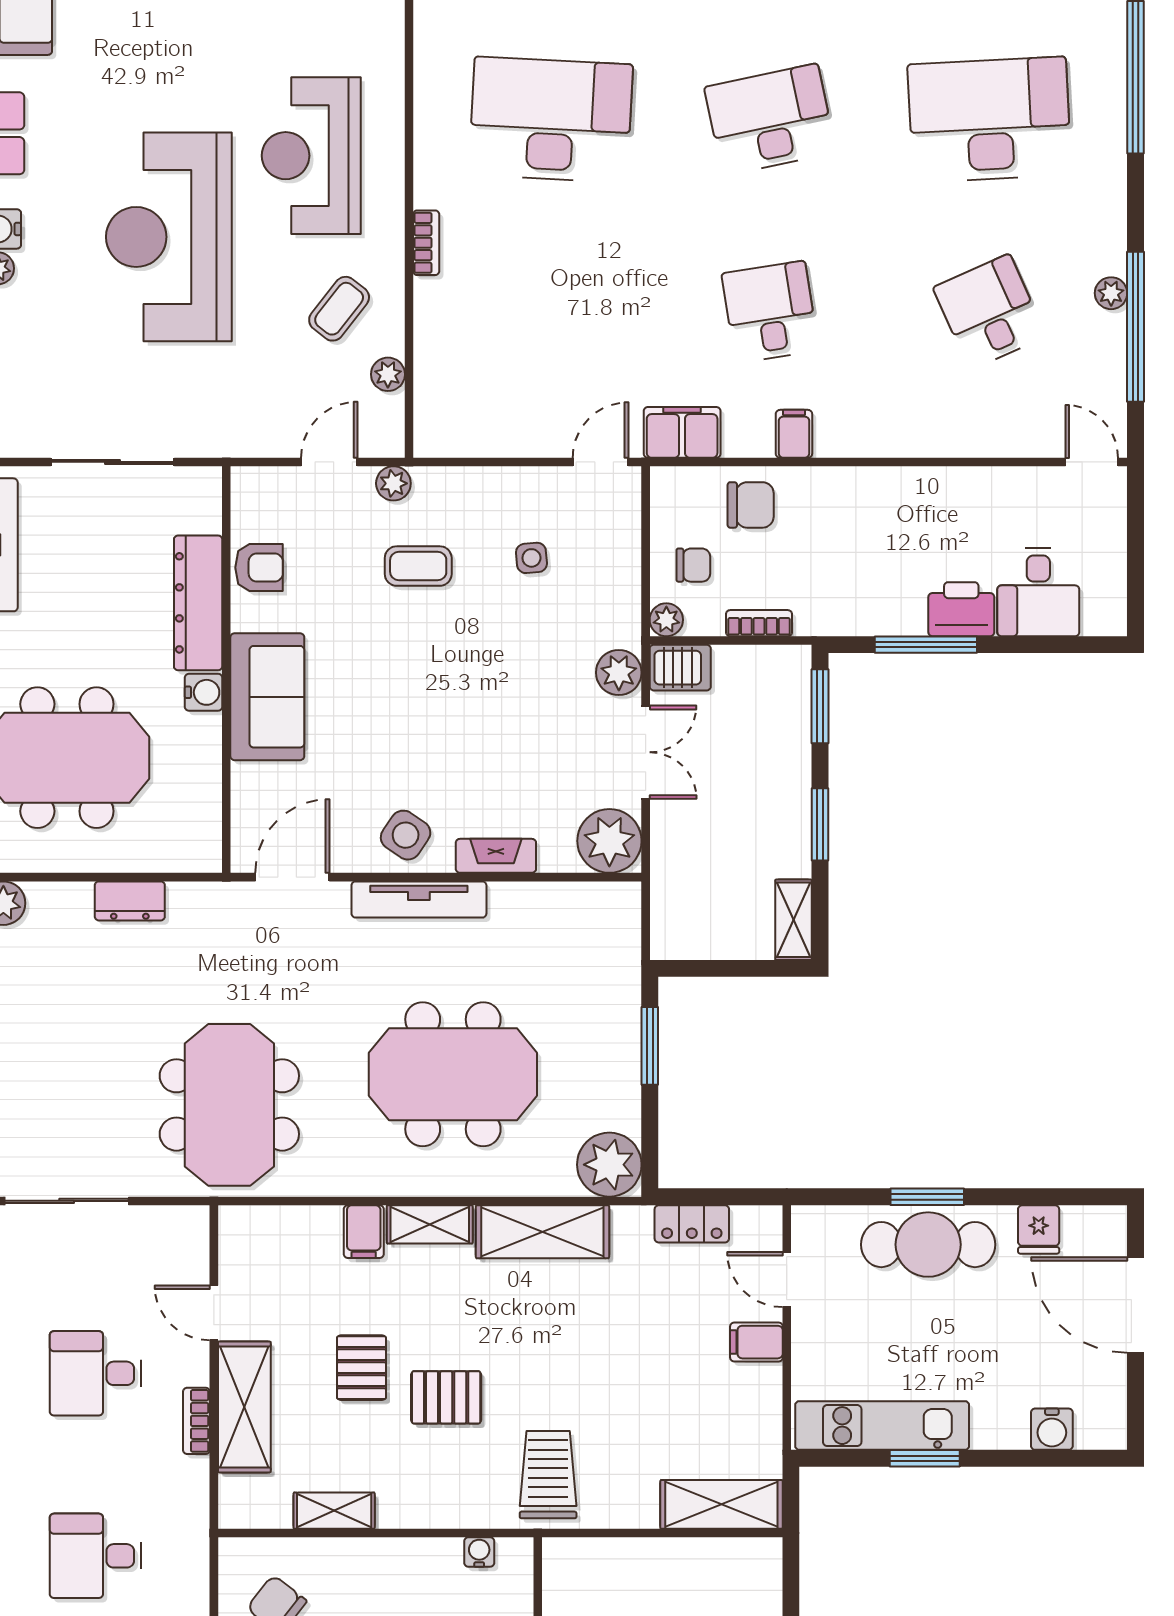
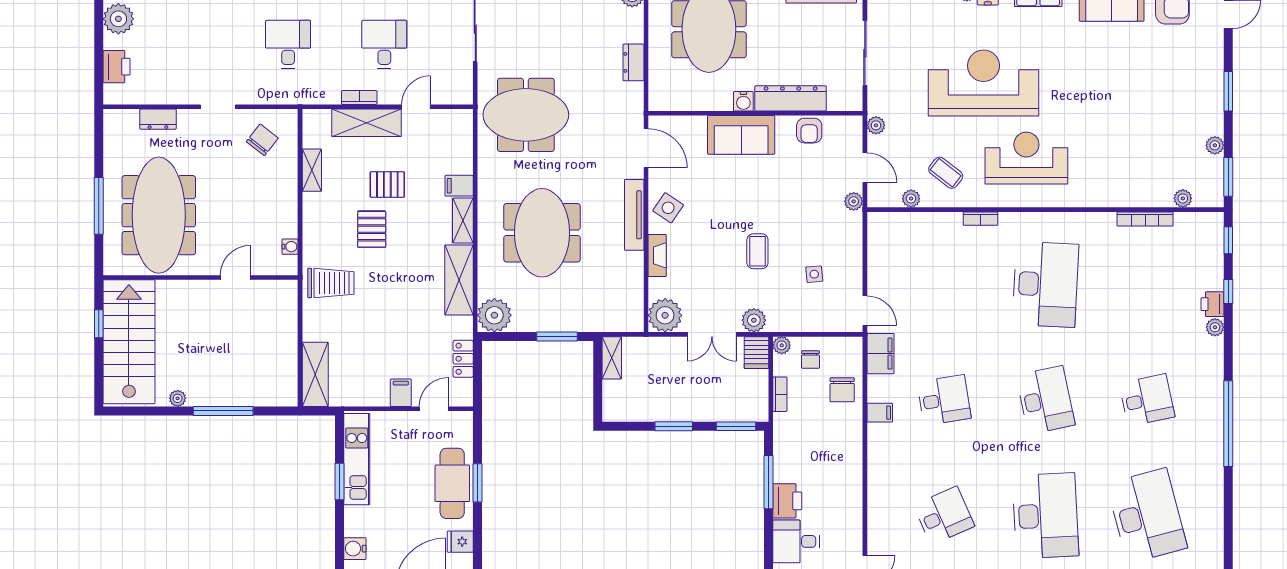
plant: (249, 441) -> (876, 125), added
coffee table: (418, 566) -> (757, 251), moved
shelving: (793, 920) -> (612, 358), moved, turned 90

